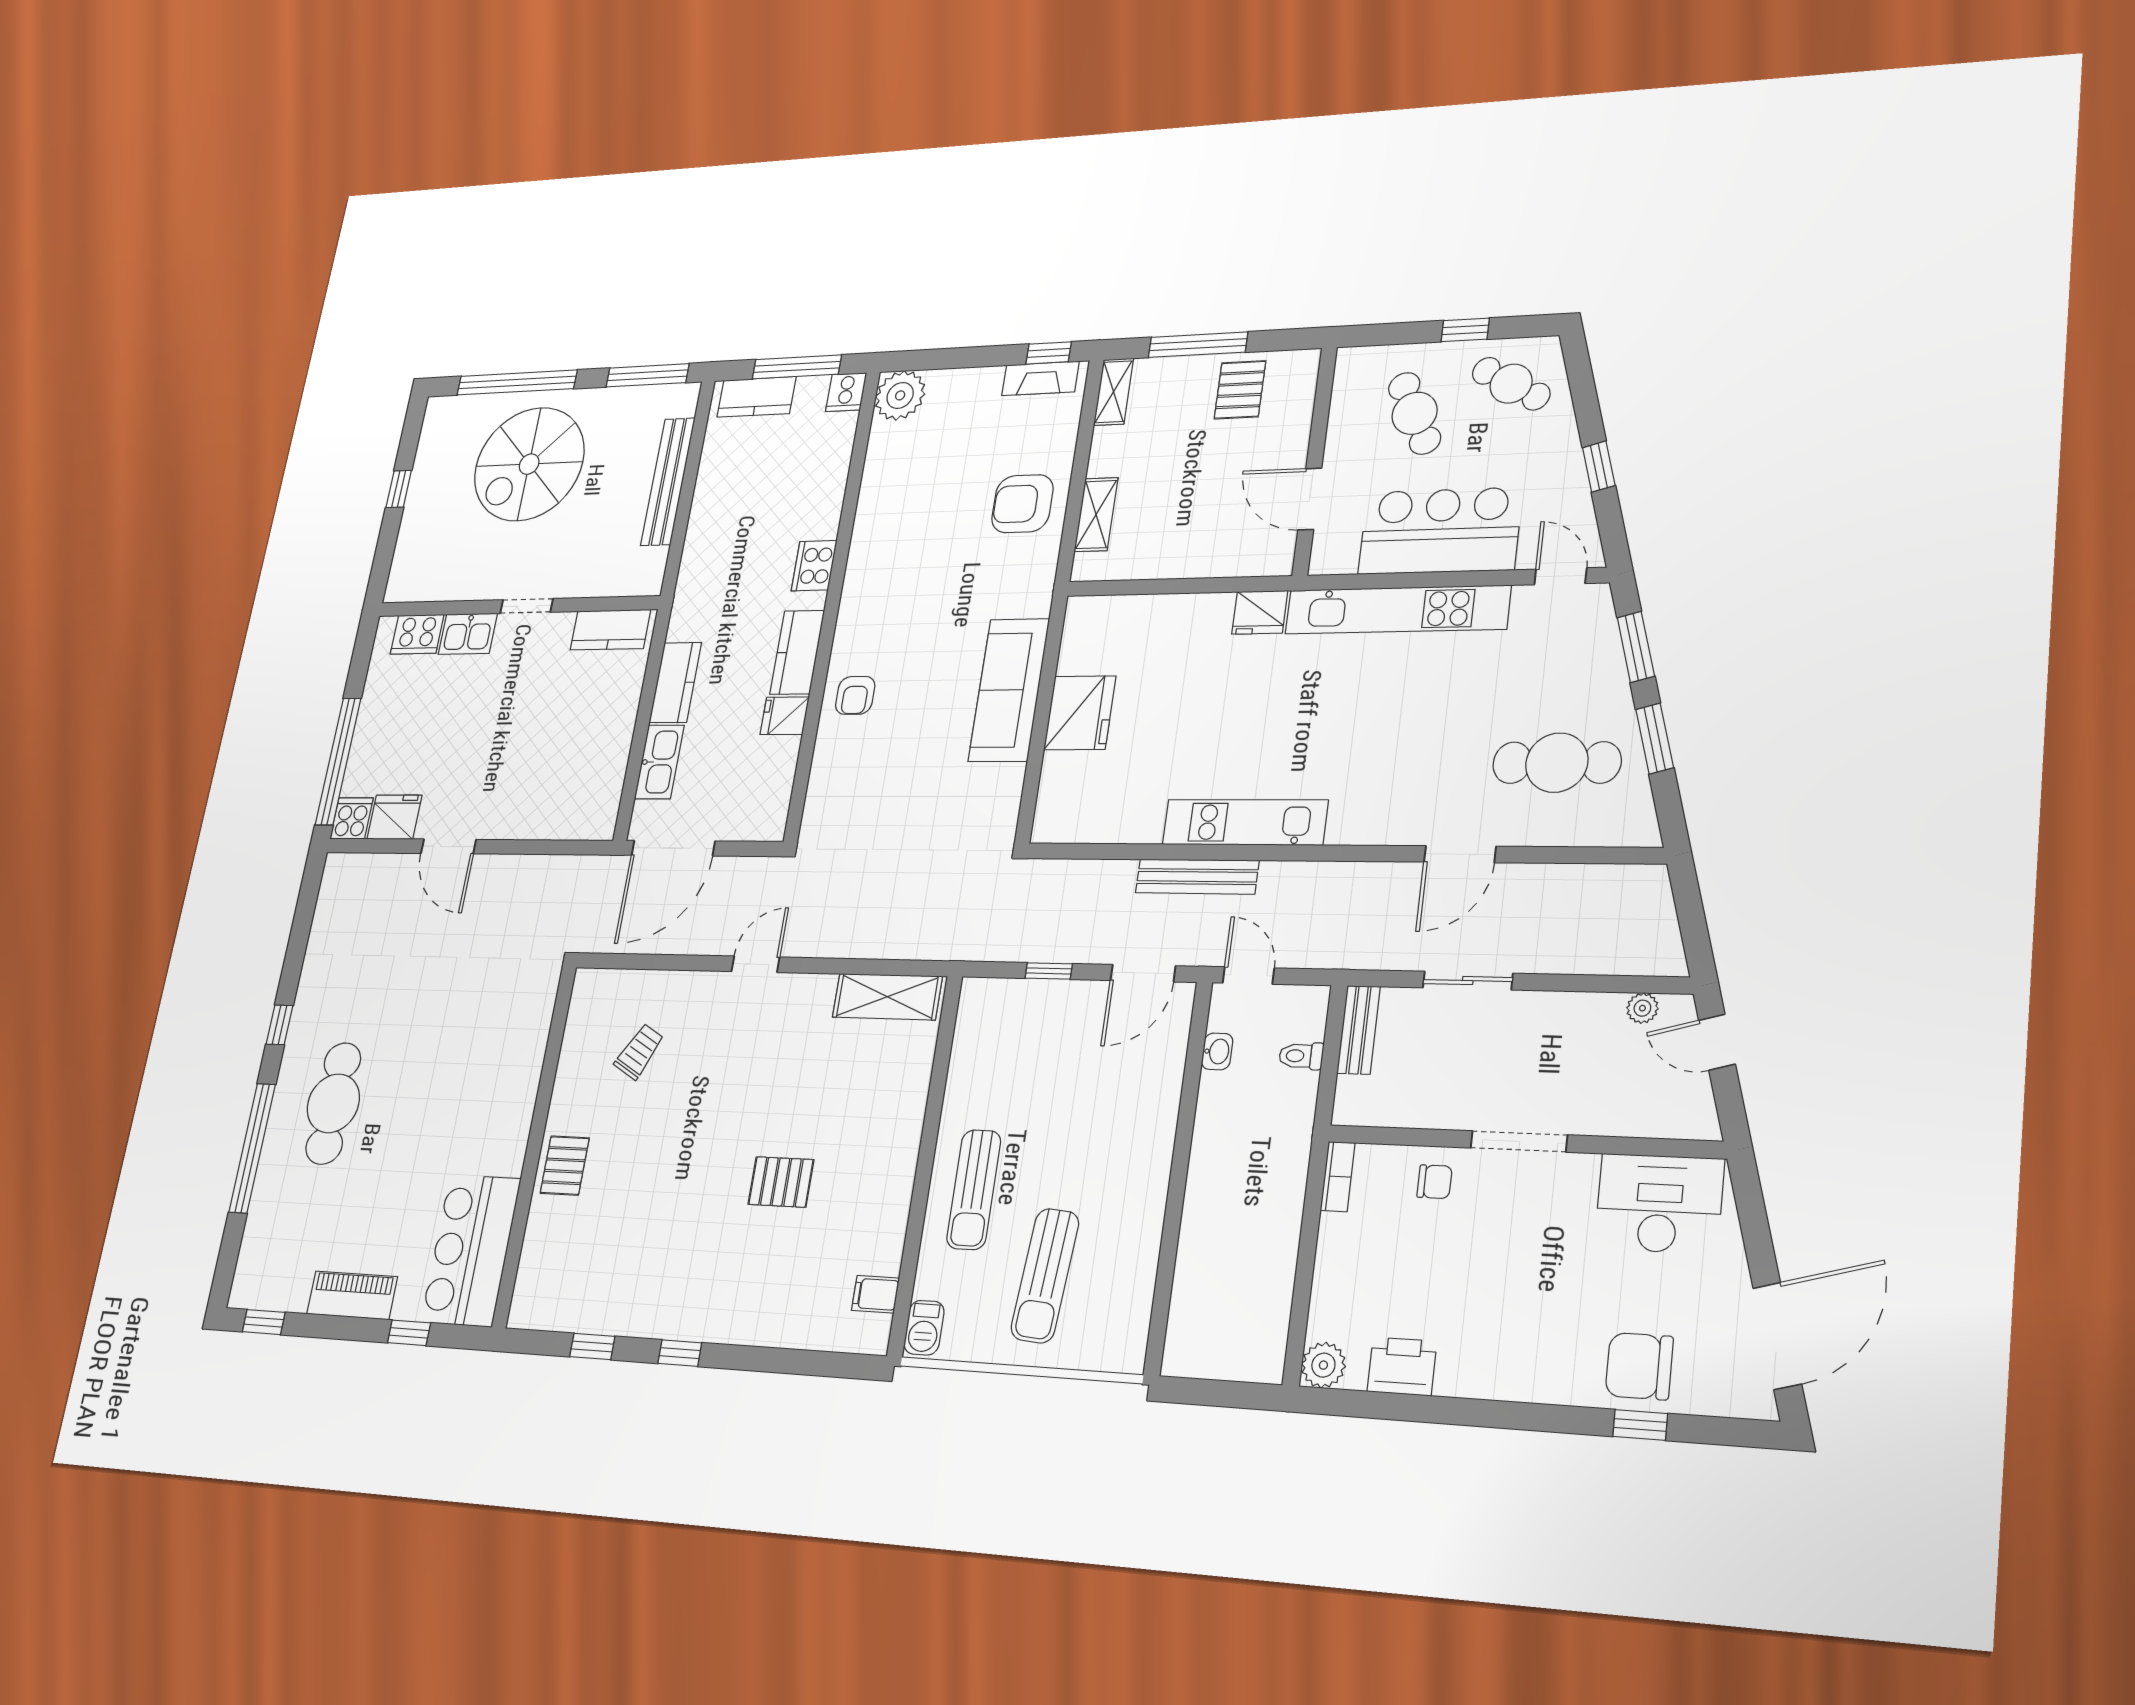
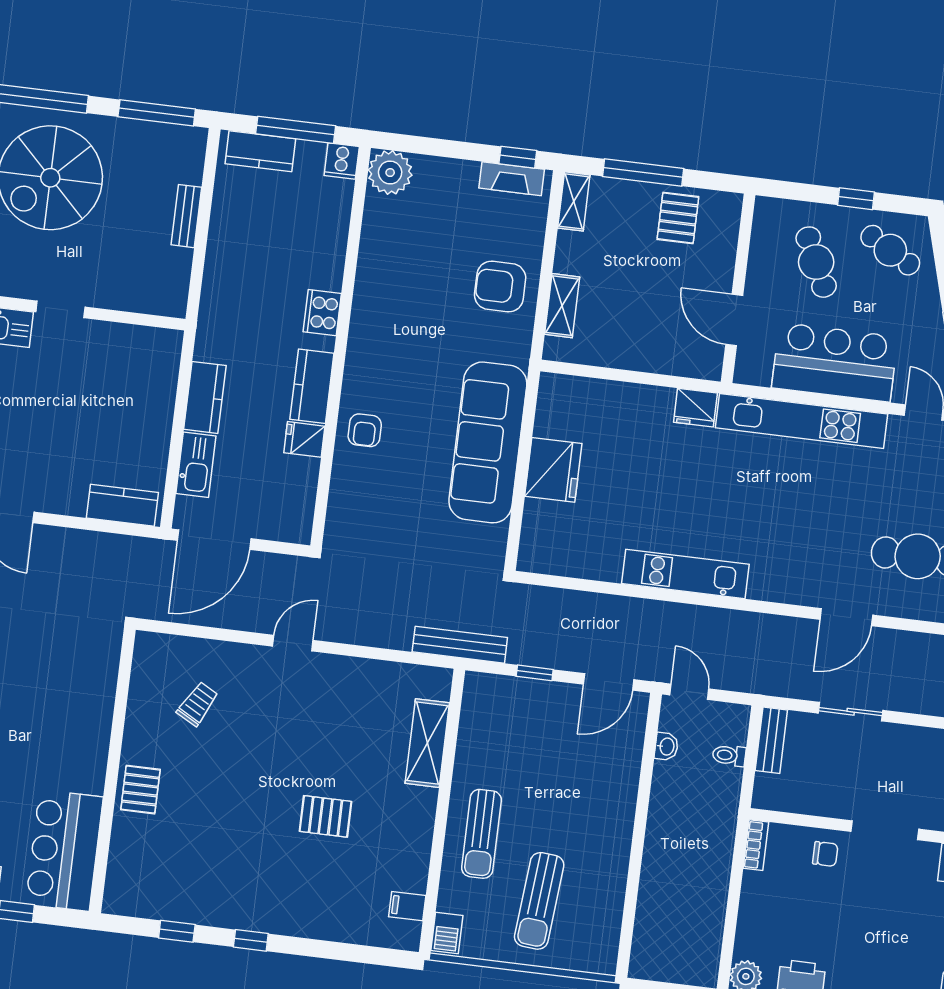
bench: (668, 482) -> (186, 216), width x0.54, depth x0.82
kitchen counter: (610, 630) -> (122, 505), moved, turned 180
sofa: (1009, 690) -> (488, 442), width x1.36, depth x1.27
bench: (1197, 877) -> (460, 645), moved
shelving: (887, 997) -> (427, 743), moved, turned 90

